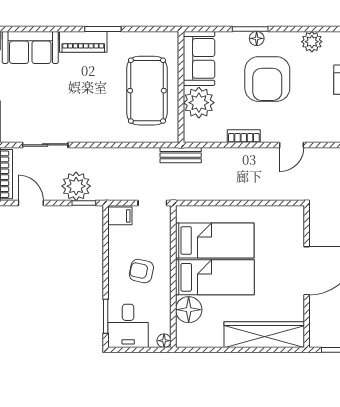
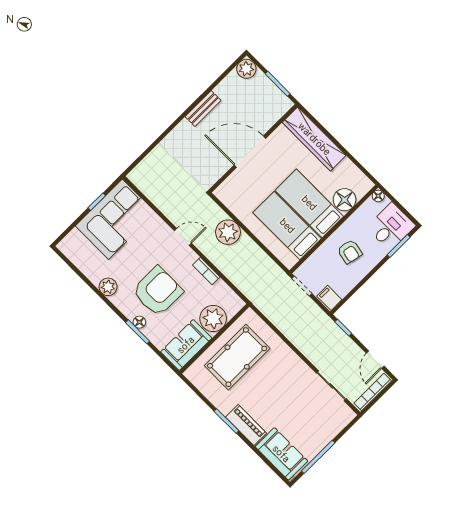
bench: (181, 155) -> (256, 298), removed
plant: (76, 186) -> (228, 232), moved

